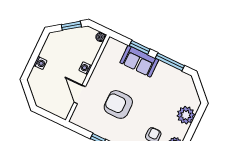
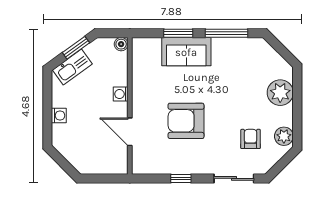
kitchen sink: (63, 37) -> (72, 67), added

